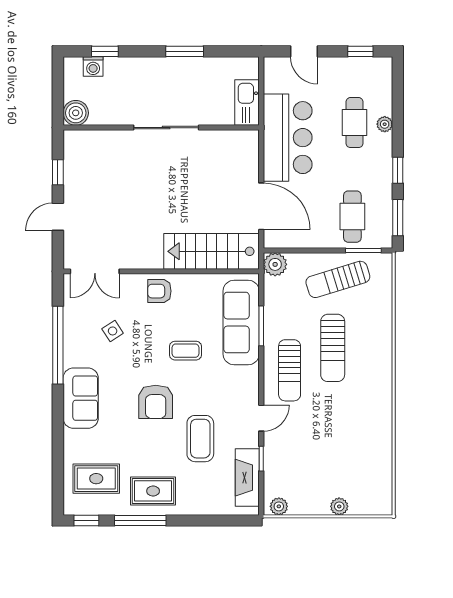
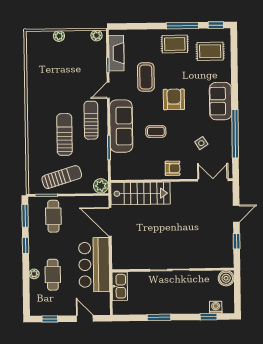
sofa: (241, 323) -> (121, 126), moved

